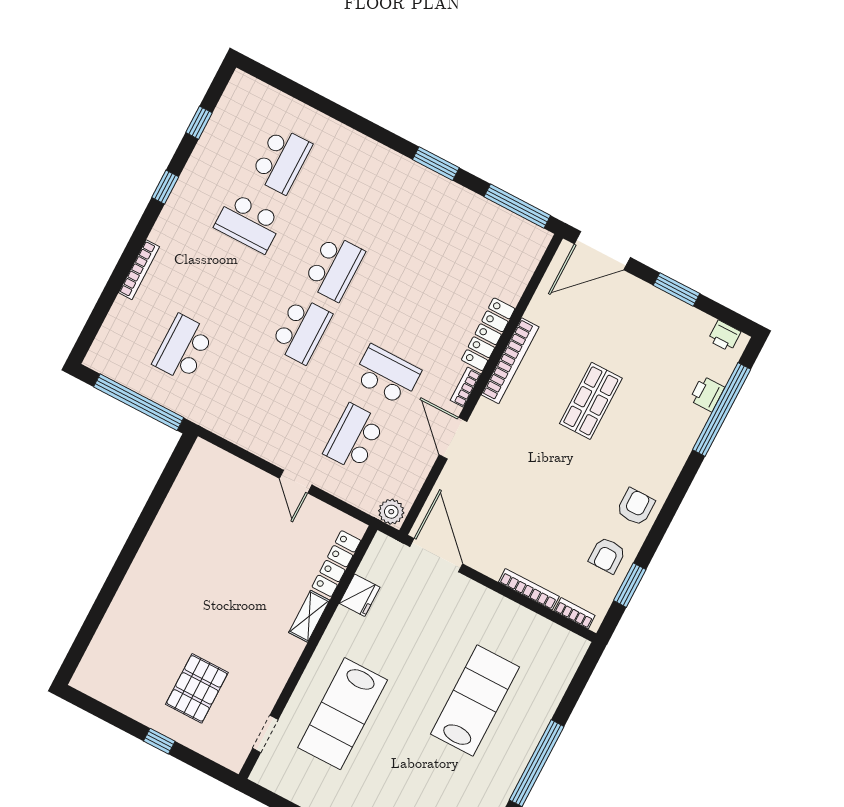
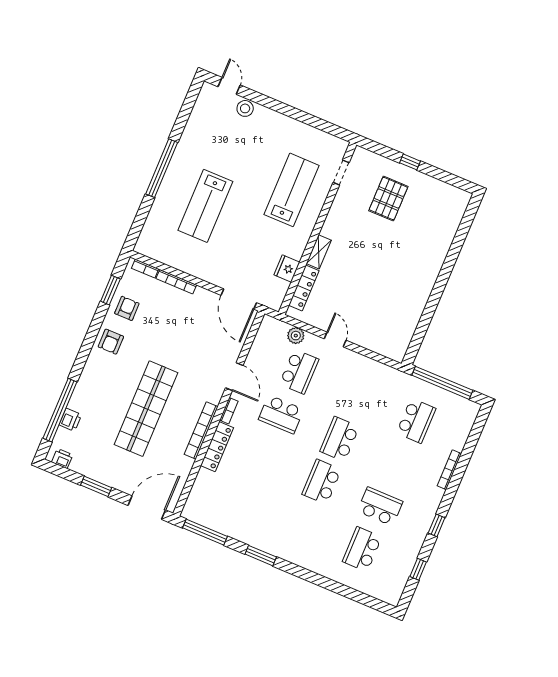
shop shelf: (591, 401) -> (146, 409), width x2.00, depth x1.36
plant: (391, 512) -> (296, 336), moved

